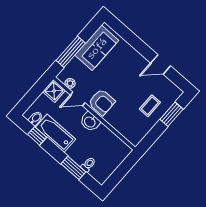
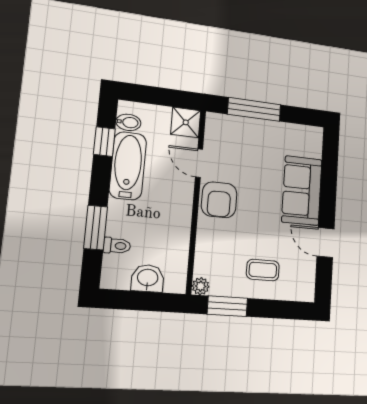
sofa: (97, 48) -> (302, 191), moved, turned 90
plant: (70, 83) -> (201, 286), moved
window: (172, 114) -> (227, 306), moved
washbasin: (90, 122) -> (148, 278), moved, turned 90

